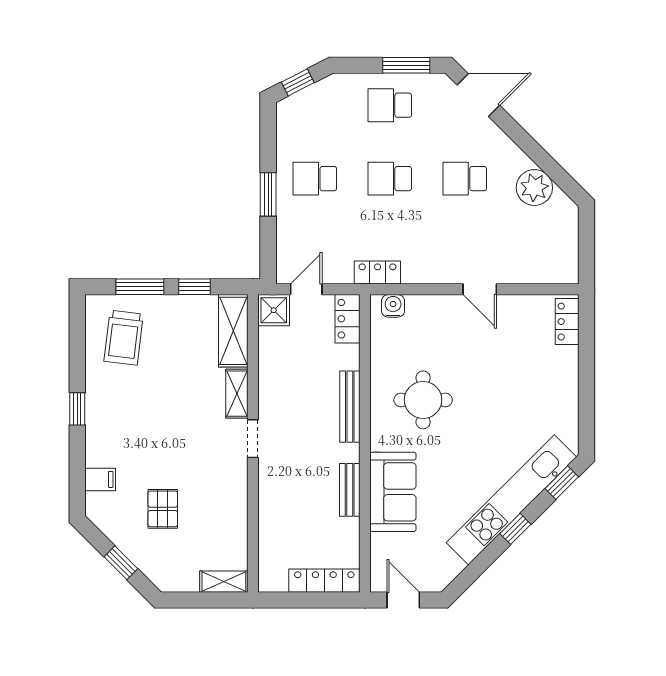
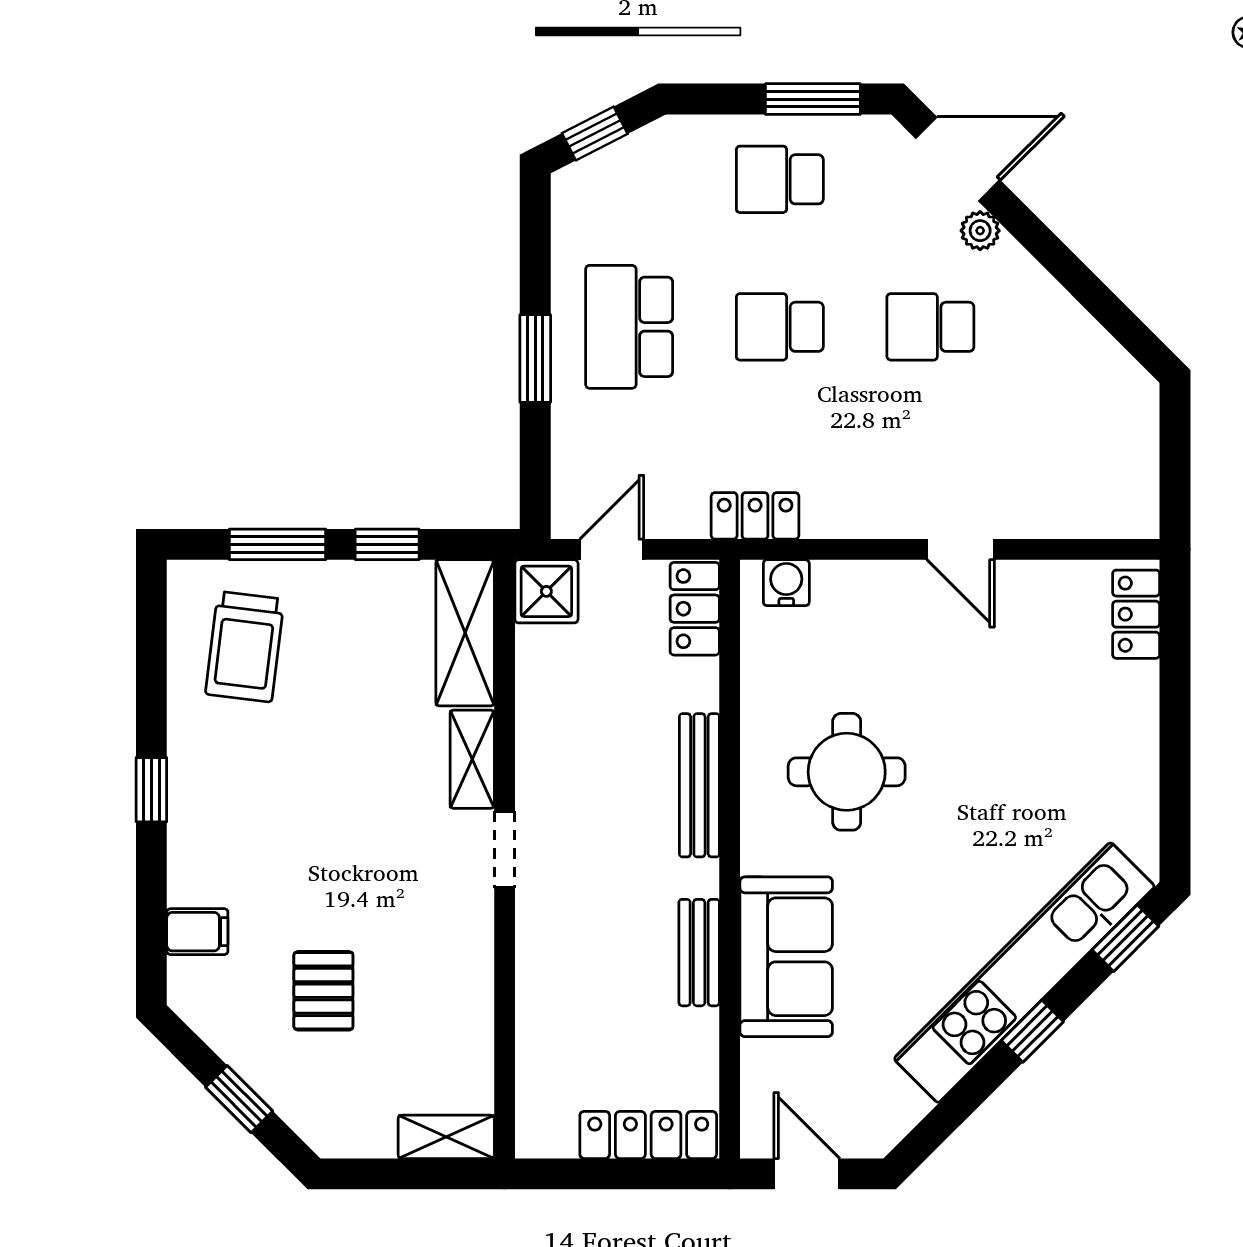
school desk: (315, 179) -> (629, 327), width x1.85
plant: (534, 188) -> (980, 231), moved, width x0.53, depth x0.53

